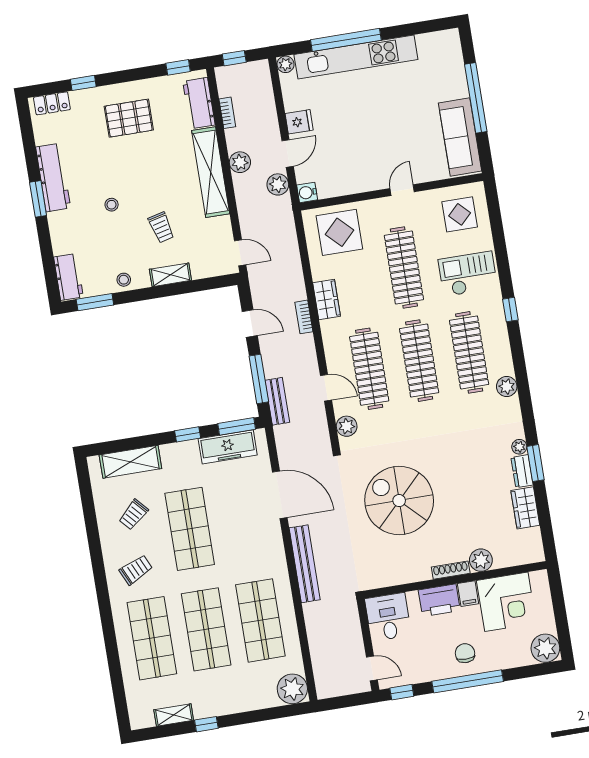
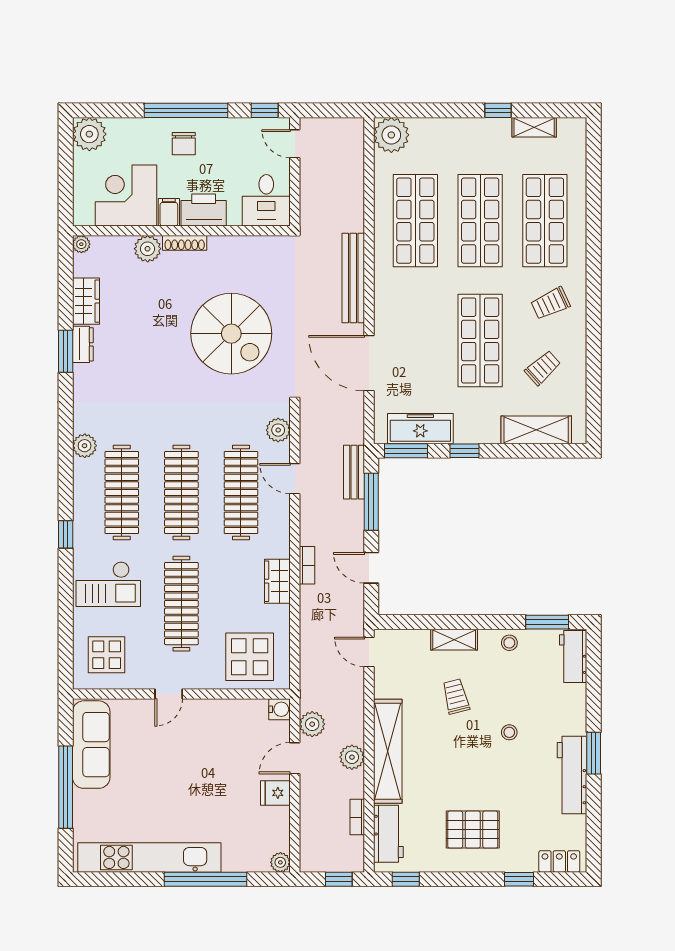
kitchen unit: (356, 57) -> (149, 857), moved
plant: (519, 447) -> (81, 244), moved

